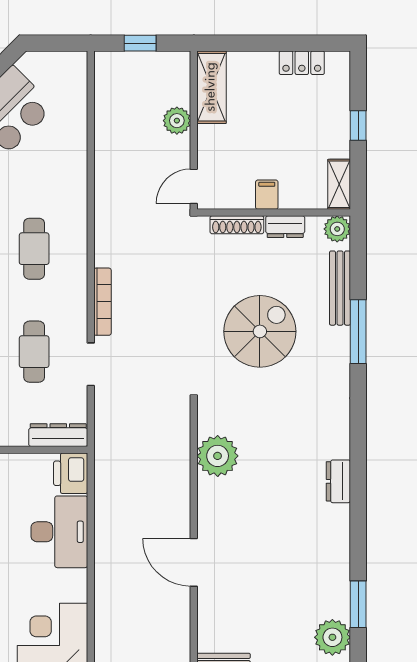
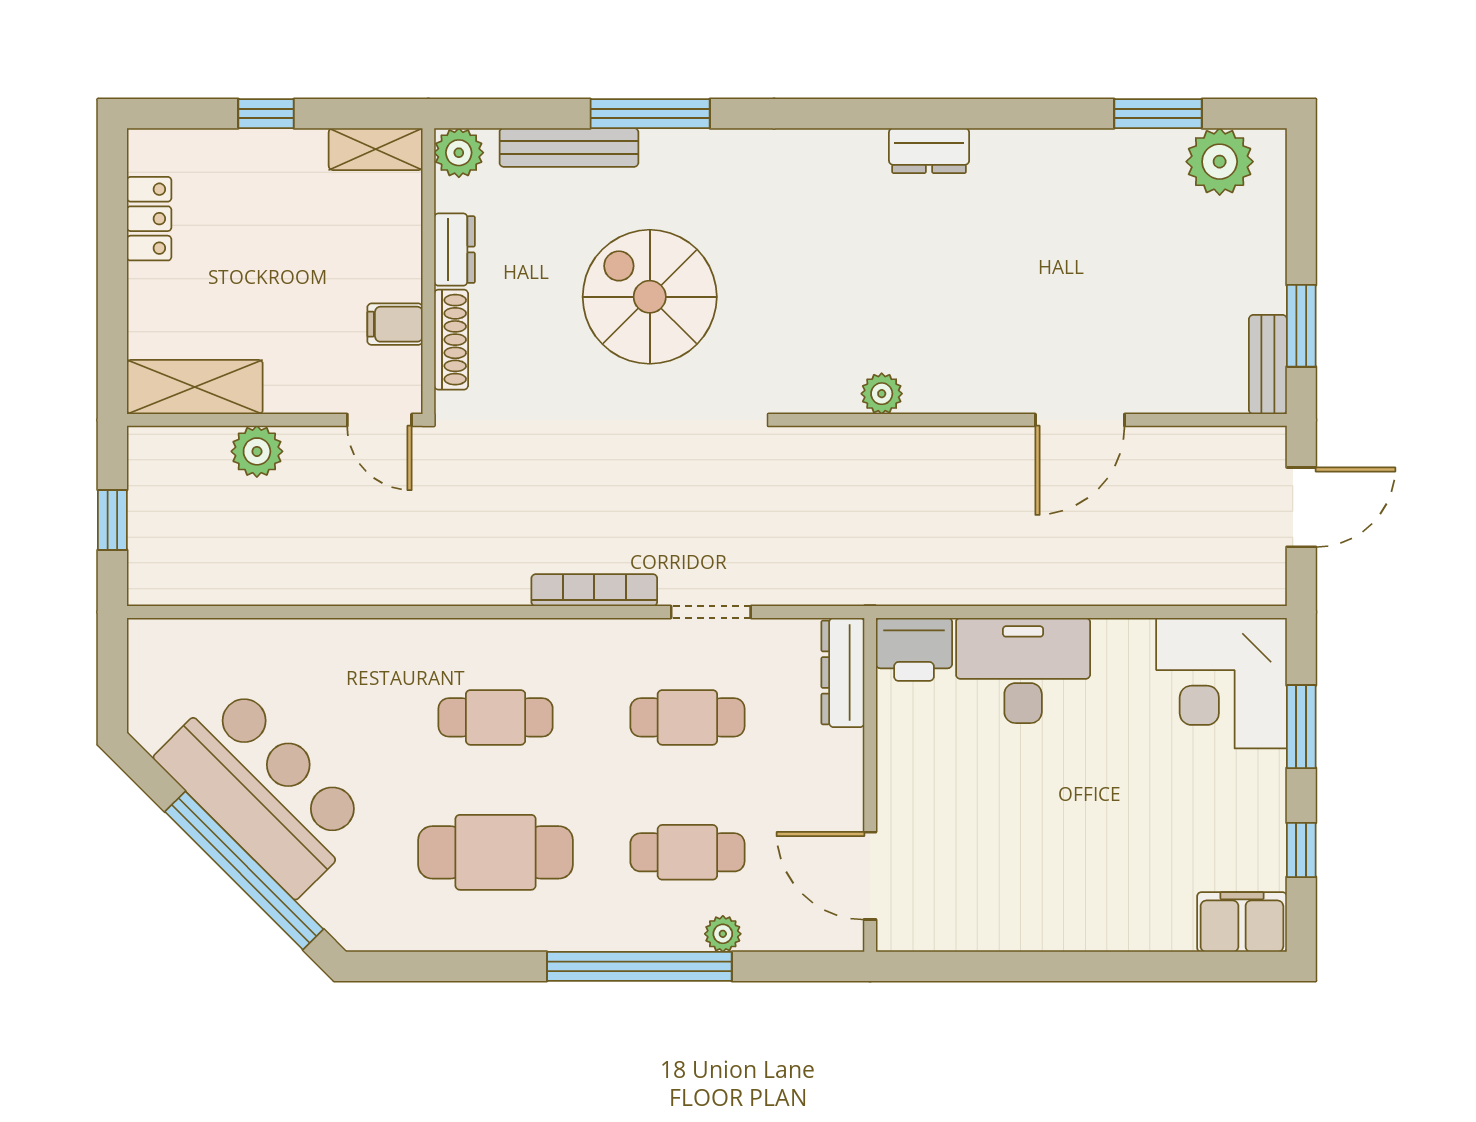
filing cabinet: (267, 195) -> (395, 324), moved
plant: (218, 456) -> (882, 394), width x0.53, depth x0.53

